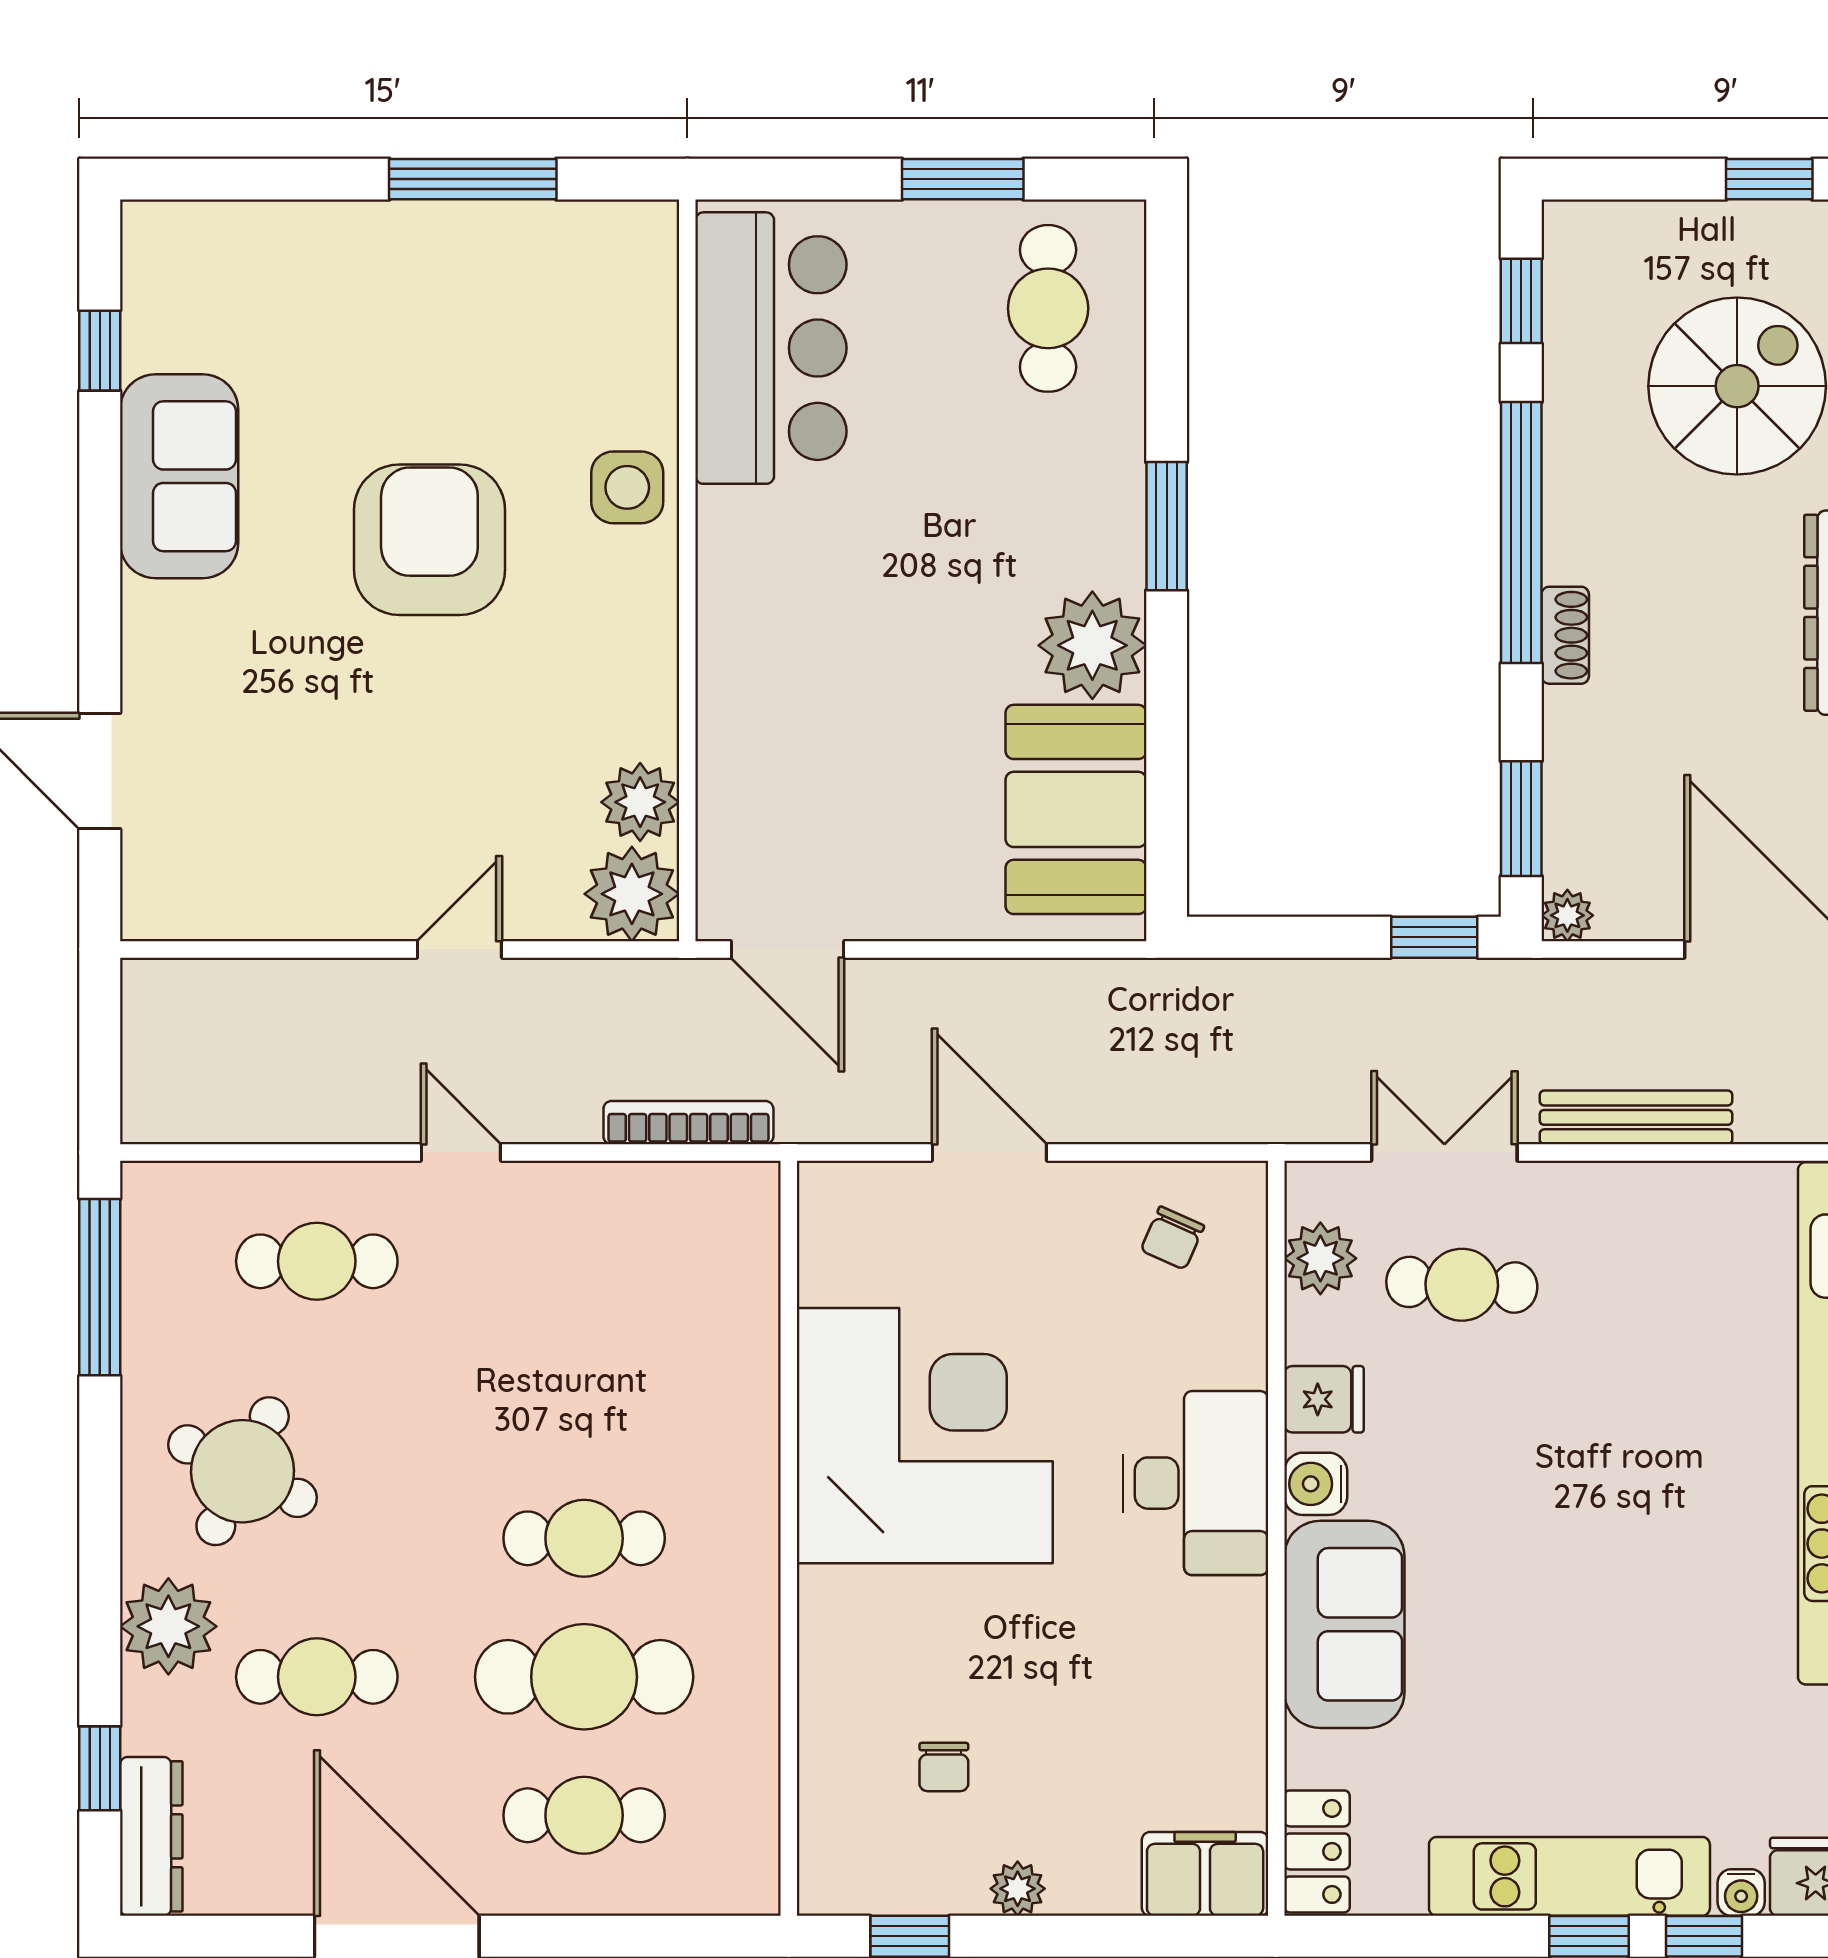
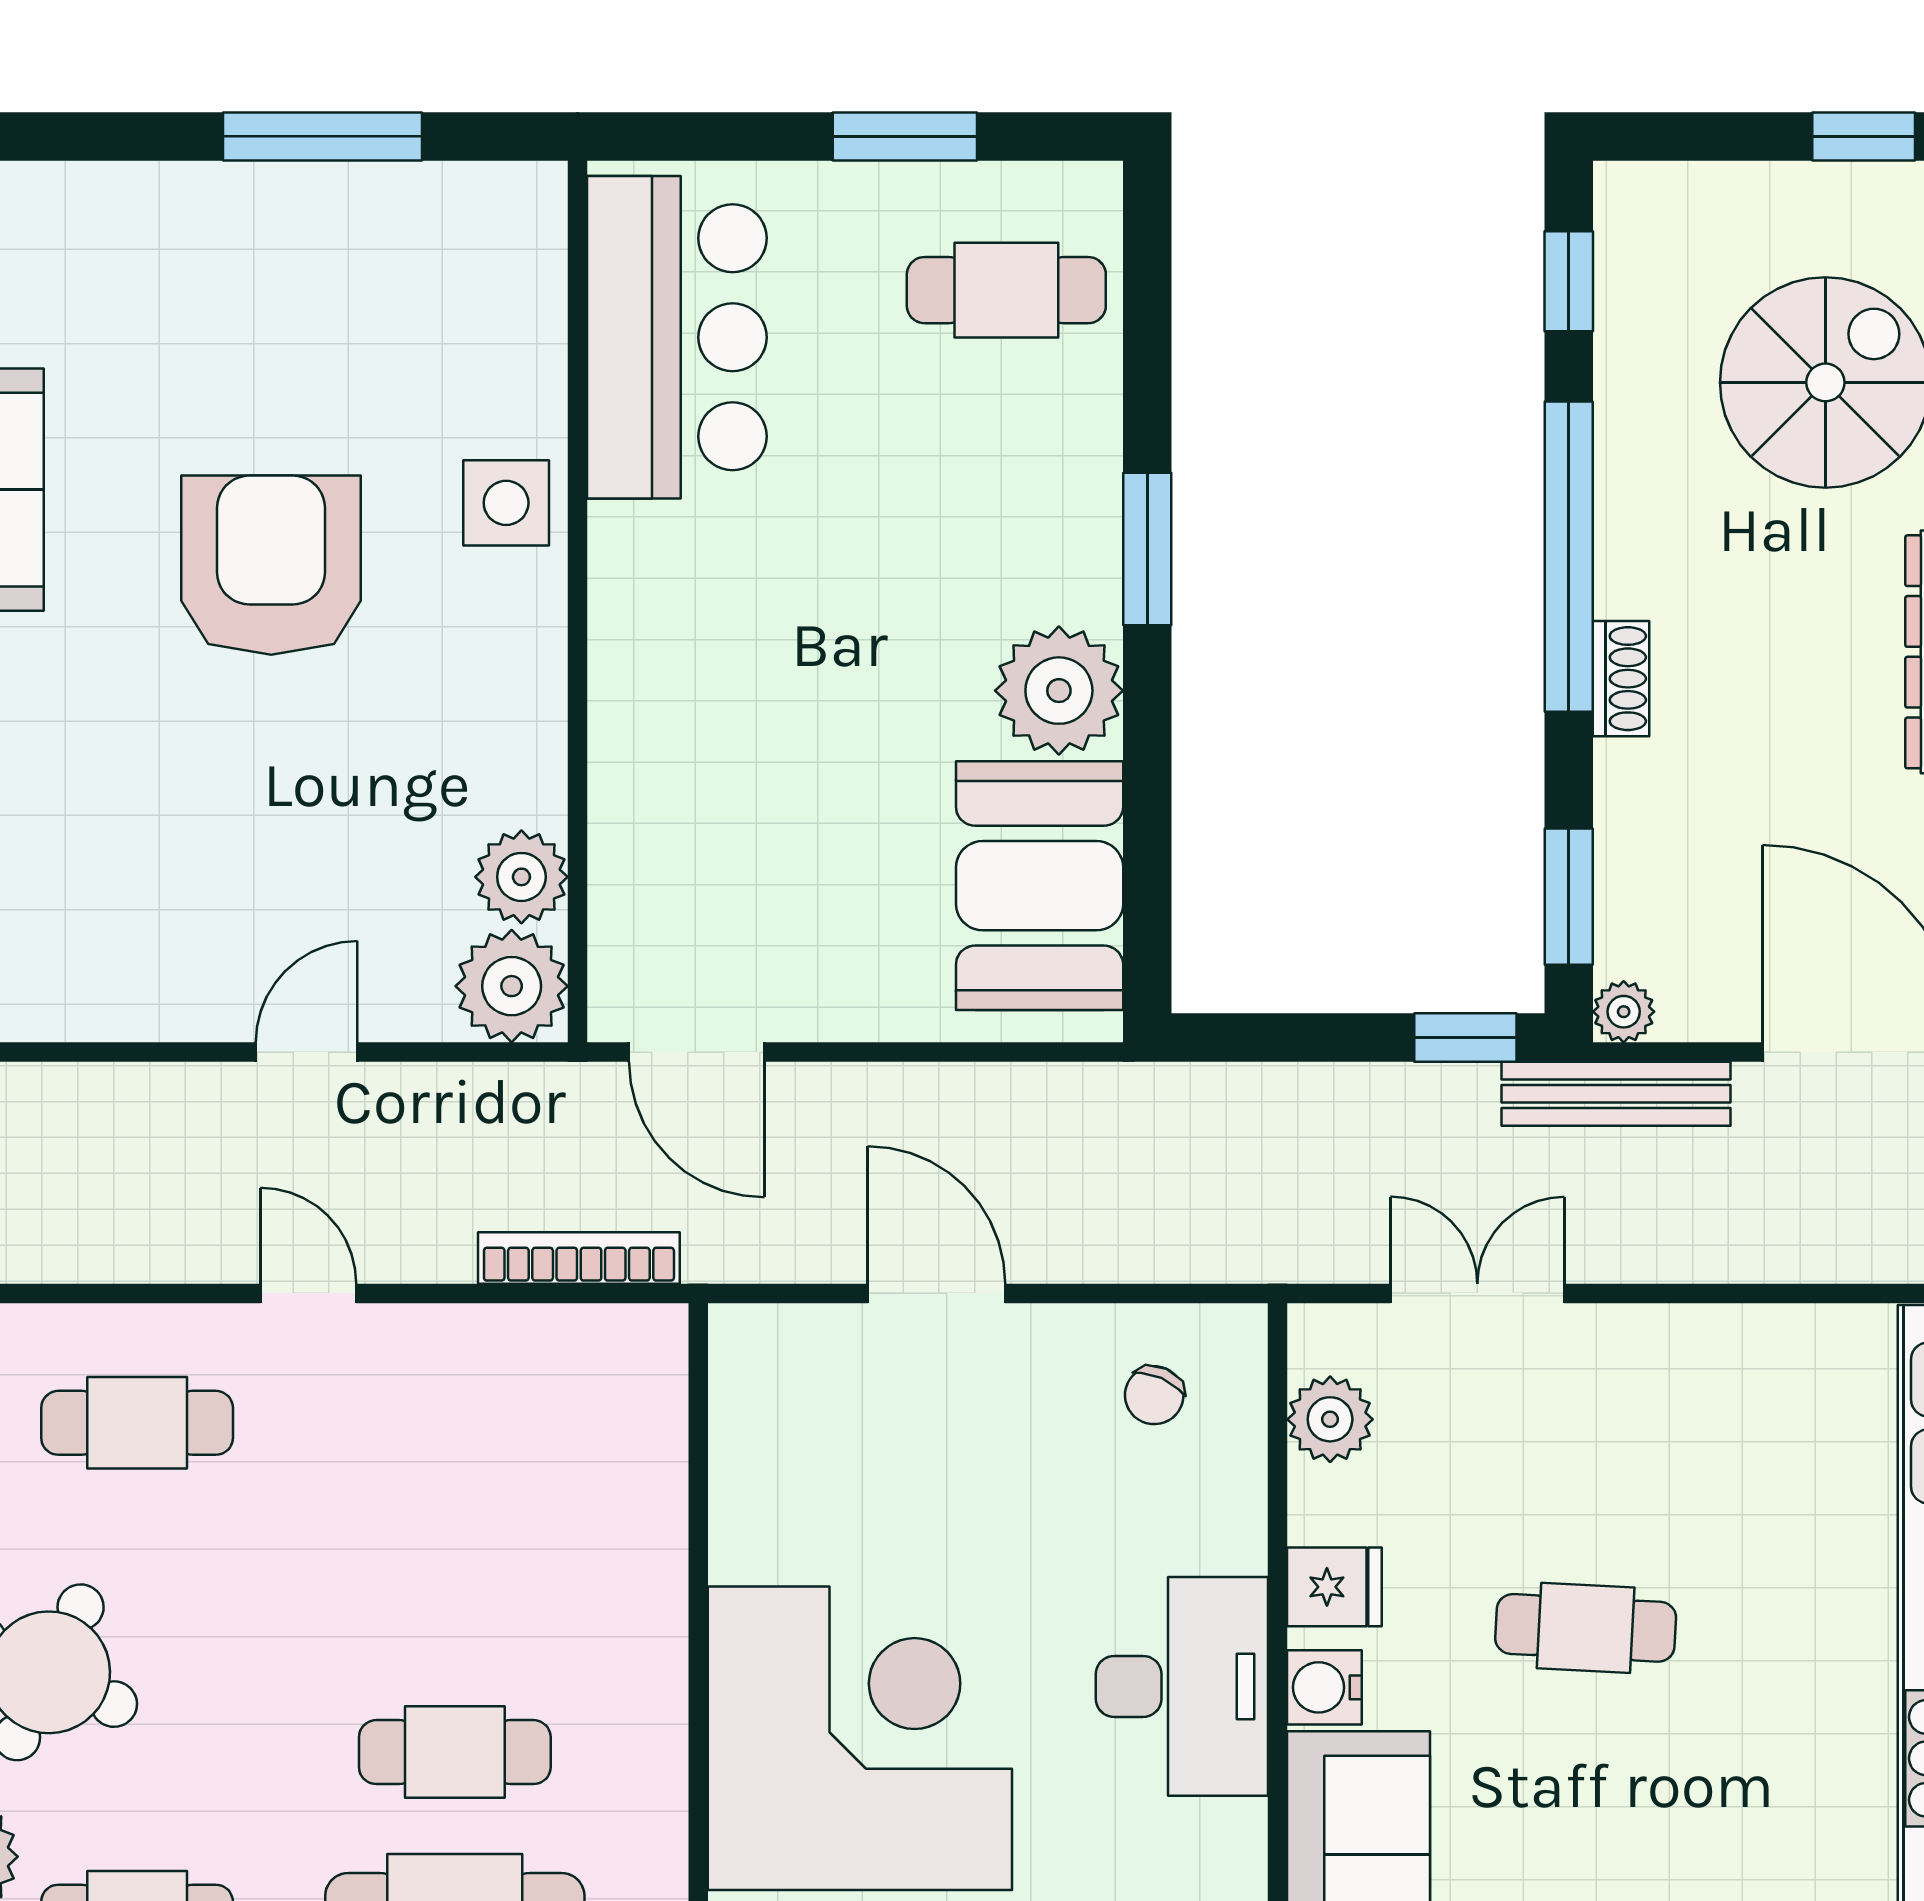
cafe table: (1048, 308) -> (1006, 290), turned 90
bench: (1636, 1117) -> (1616, 1094), moved
cafe table: (1462, 1285) -> (1586, 1628), moved
corner desk: (925, 1436) -> (860, 1738), moved

